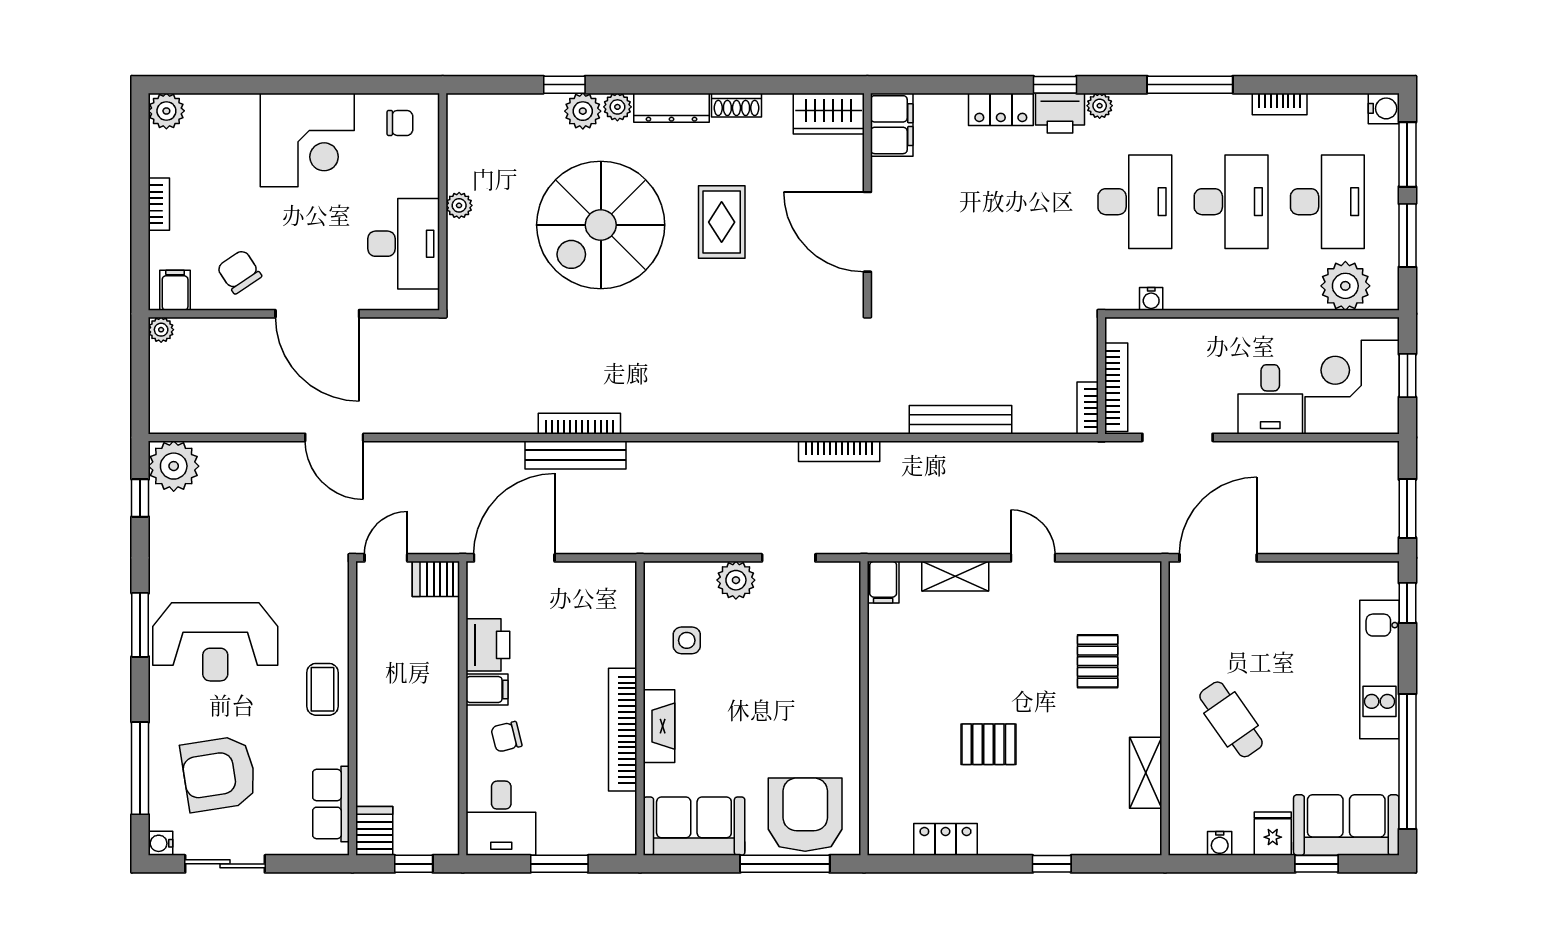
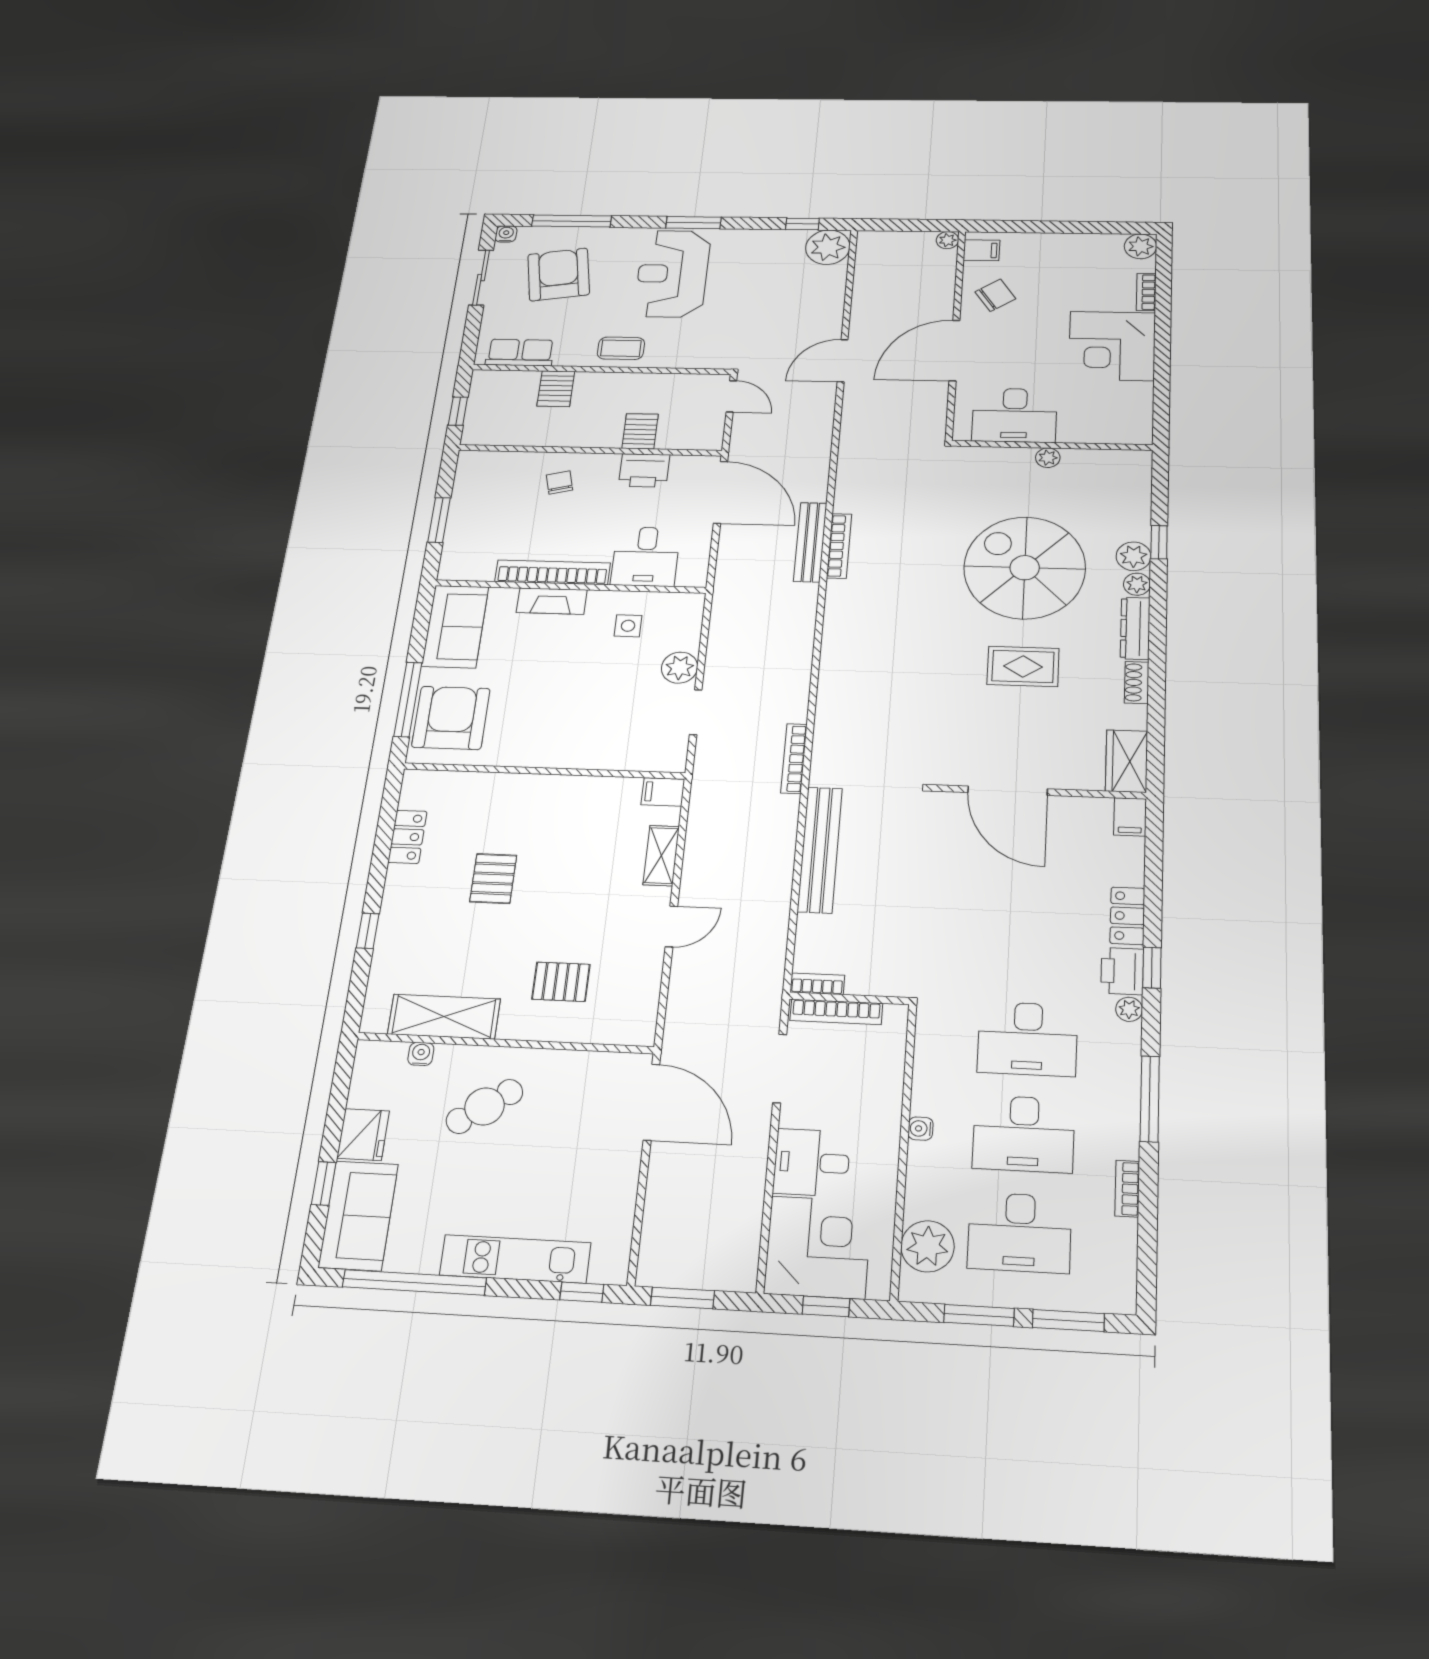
water cooler: (1384, 108) -> (1120, 1298), removed
chair: (400, 123) -> (1126, 415), removed
filing cabinet: (892, 125) -> (1130, 817), width x0.50
bookcase: (159, 204) -> (1146, 292), moved, turned 90
door: (867, 232) -> (1008, 791), swing flipped
water cooler: (1151, 299) -> (920, 1129), moved
bench: (960, 420) -> (820, 850), width x1.37, depth x1.21
server rack: (436, 579) -> (640, 431), moved
filing cabinet: (487, 689) -> (604, 469), removed
shelving: (1146, 773) -> (444, 1017), width x1.50, depth x1.33
armchair: (805, 815) -> (451, 718), turned -90
desk: (501, 818) -> (646, 557), moved, turned -90
server rack: (374, 831) -> (556, 389), moved, turned 90
fridge: (1273, 834) -> (363, 1135), width x1.38
water cooler: (1220, 843) -> (421, 1054), moved, turned 90

